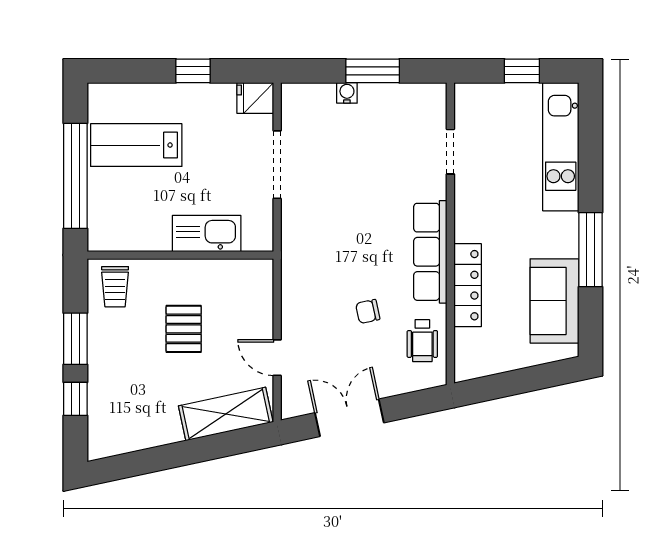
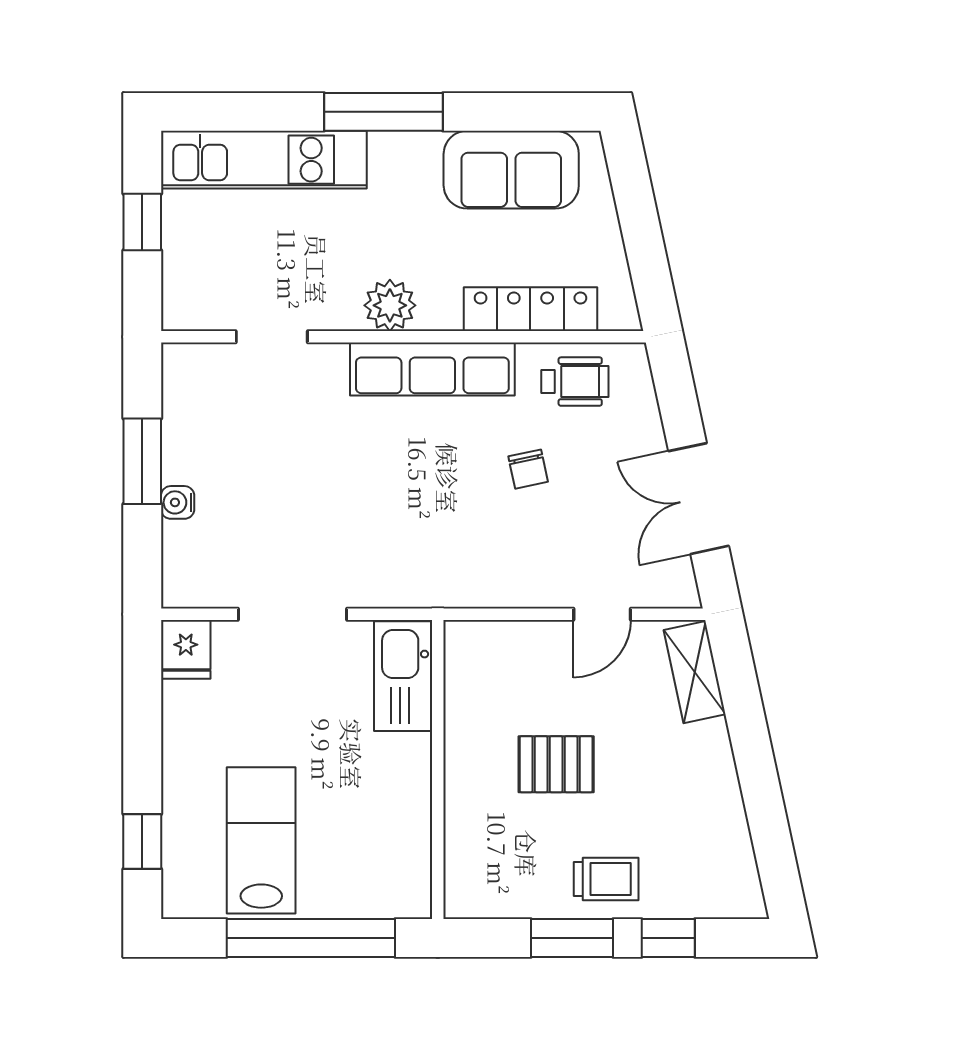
window: (193, 71) -> (142, 841), moved
lab bench: (136, 145) -> (261, 840), turned 180
plant: (470, 225) -> (390, 305), added
kitchen sink: (207, 233) -> (403, 676), moved
window: (590, 250) -> (384, 112), moved
locker: (468, 285) -> (530, 309), moved
trolley: (115, 287) -> (606, 879), moved
shelving: (226, 414) -> (695, 672), width x0.67, depth x0.75

